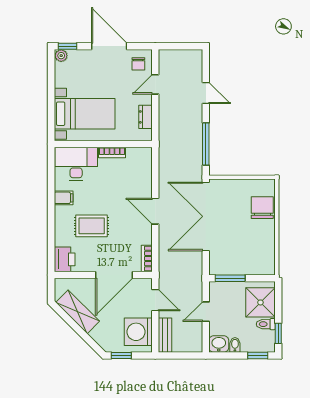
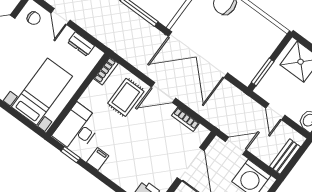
bookcase: (112, 153) -> (106, 71), moved
window: (51, 174) -> (71, 155), added
rug: (92, 226) -> (126, 97), moved
bookcase: (147, 259) -> (185, 119), moved
bench: (165, 335) -> (285, 157), moved, turned 90

